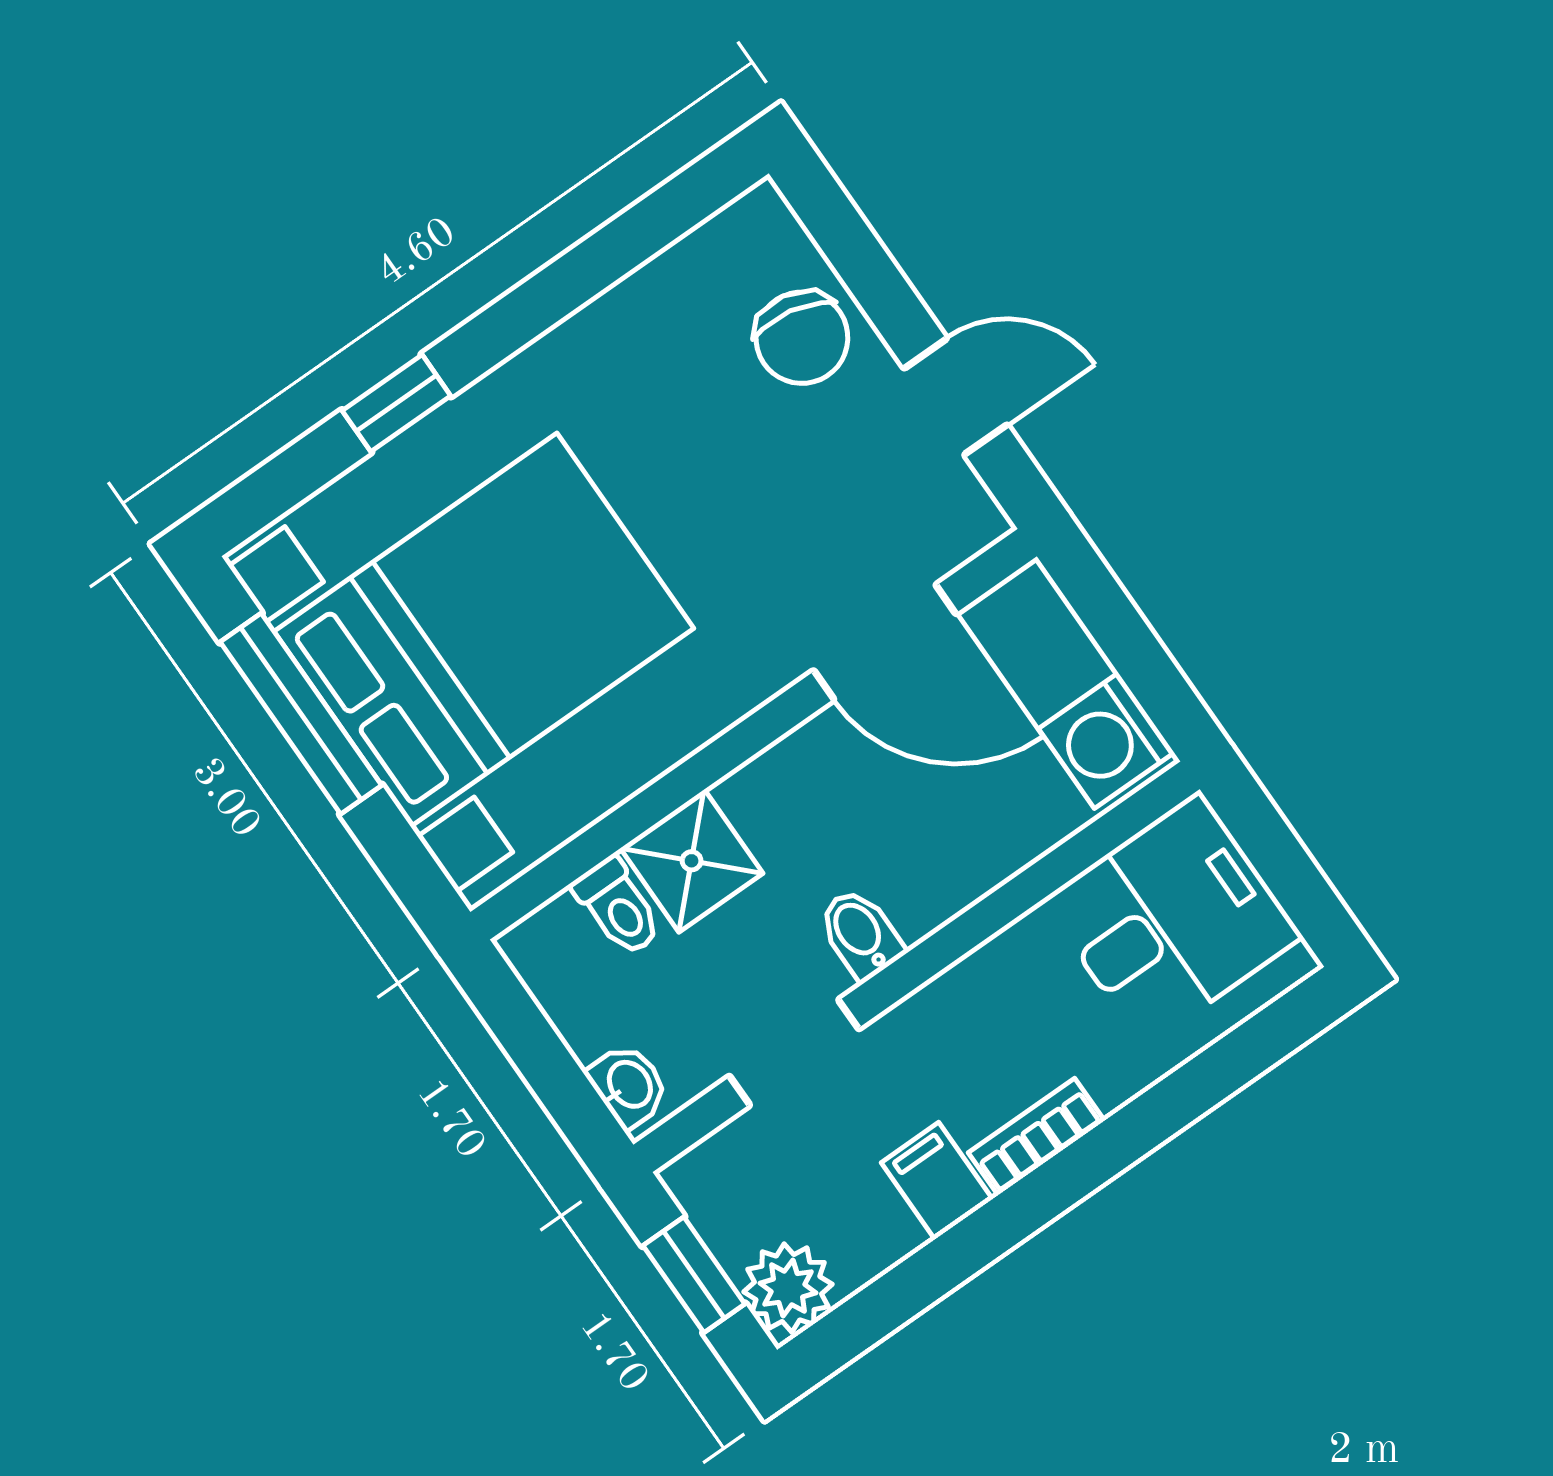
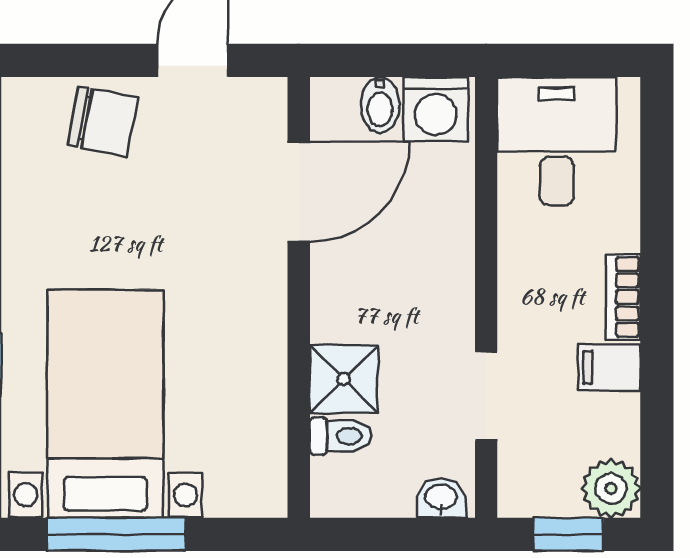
bed with nightstands: (484, 630) -> (105, 404), width x0.73
bidet: (861, 934) -> (380, 105), moved, turned -90

